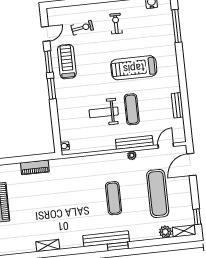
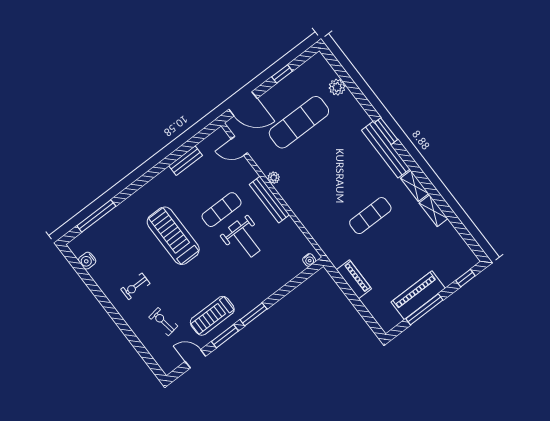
treadmill: (134, 68) -> (173, 236), turned 180
bench: (134, 142) -> (269, 200), moved
exercise mat: (114, 198) -> (370, 216), moved
window: (197, 217) -> (282, 74), moved
shelving: (184, 231) -> (415, 186), moved

